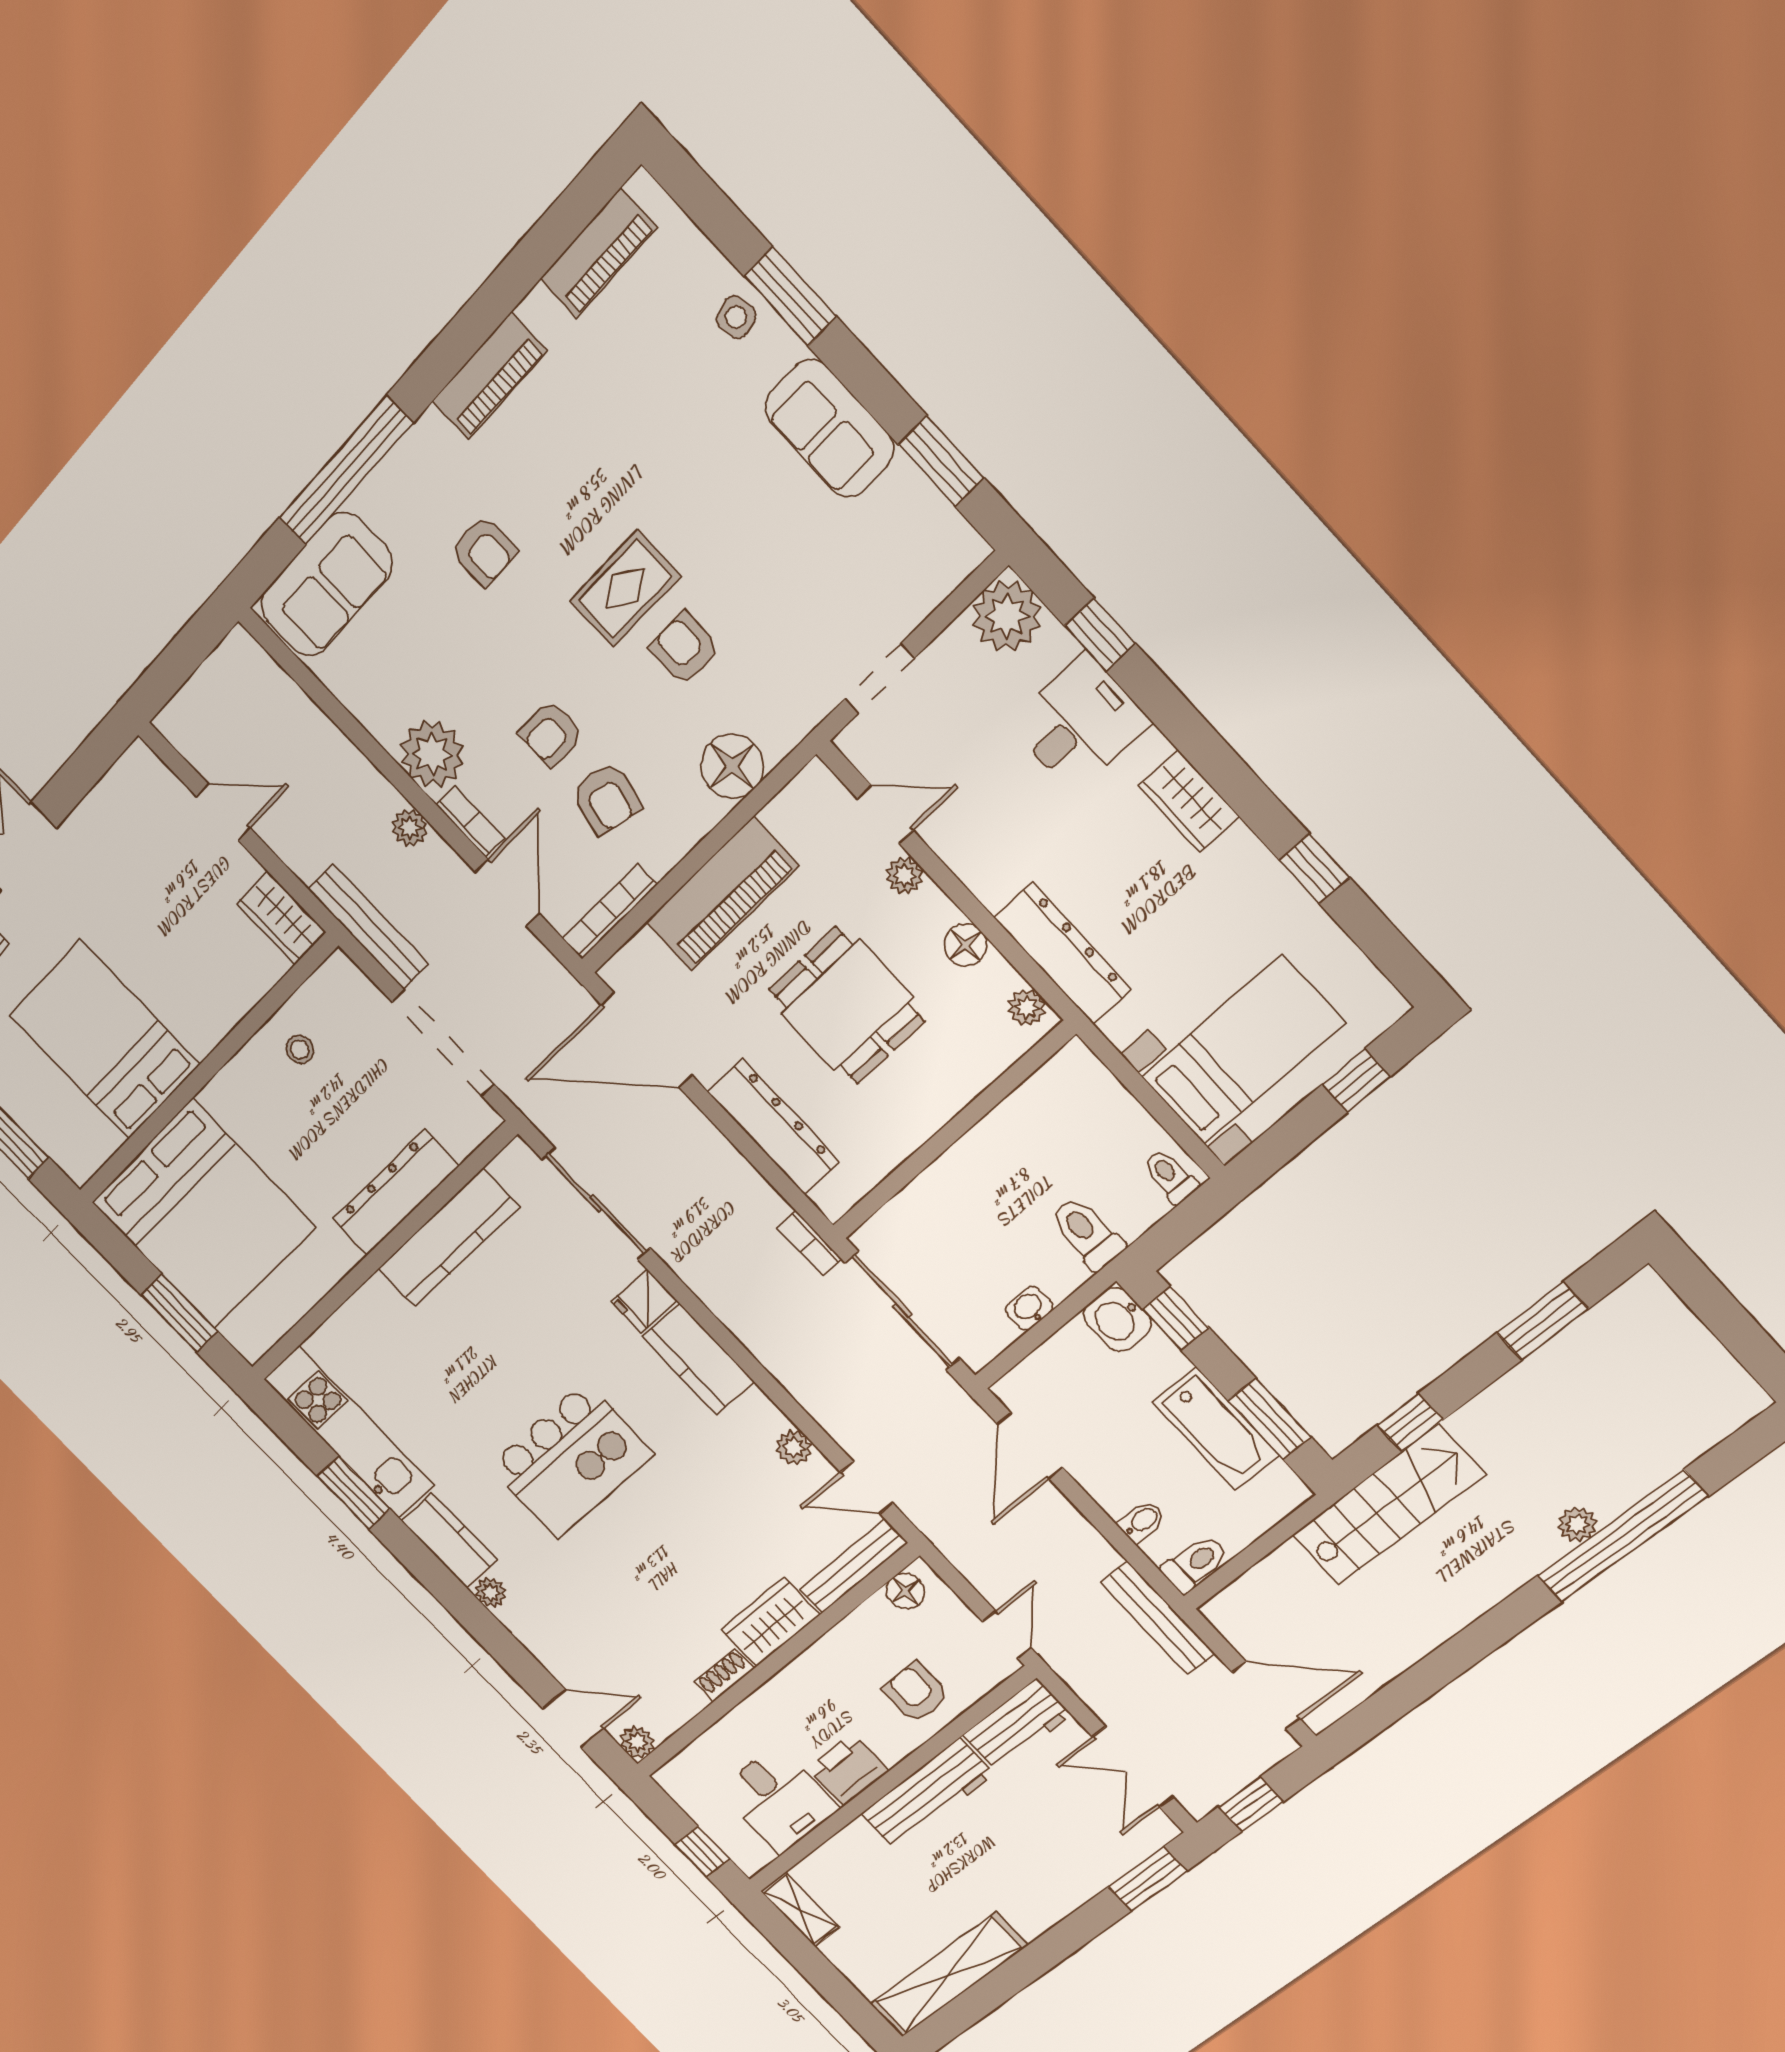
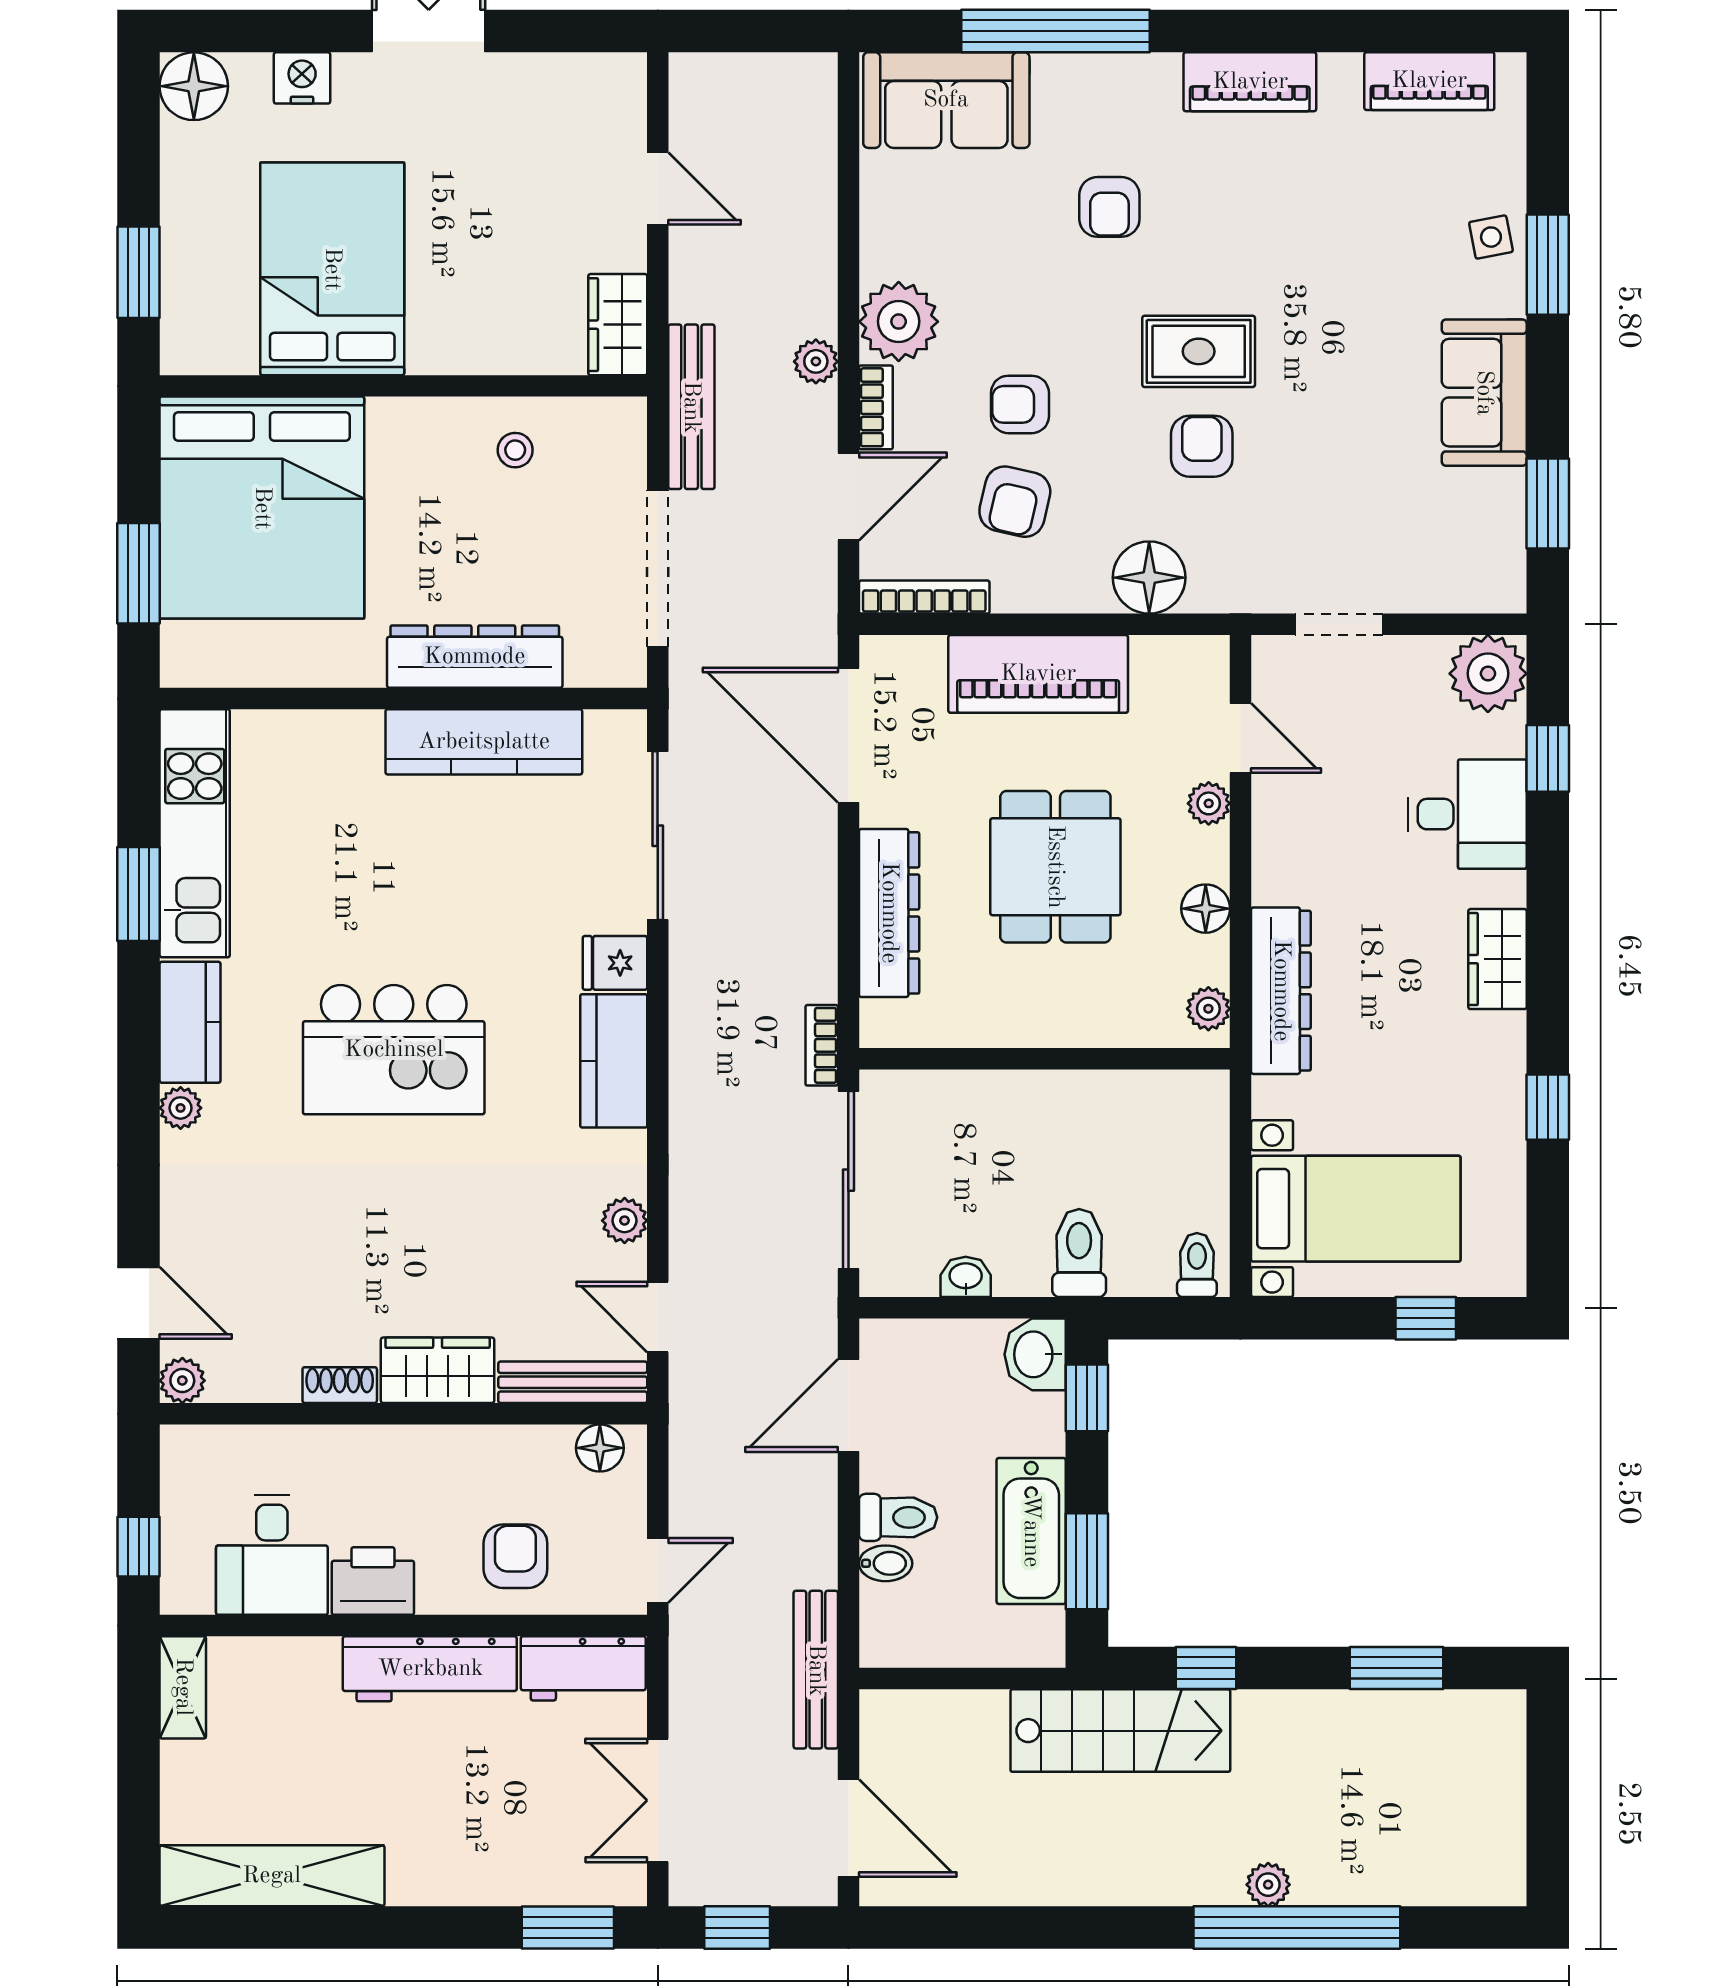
toilet: (1195, 1563) -> (898, 1517), moved

